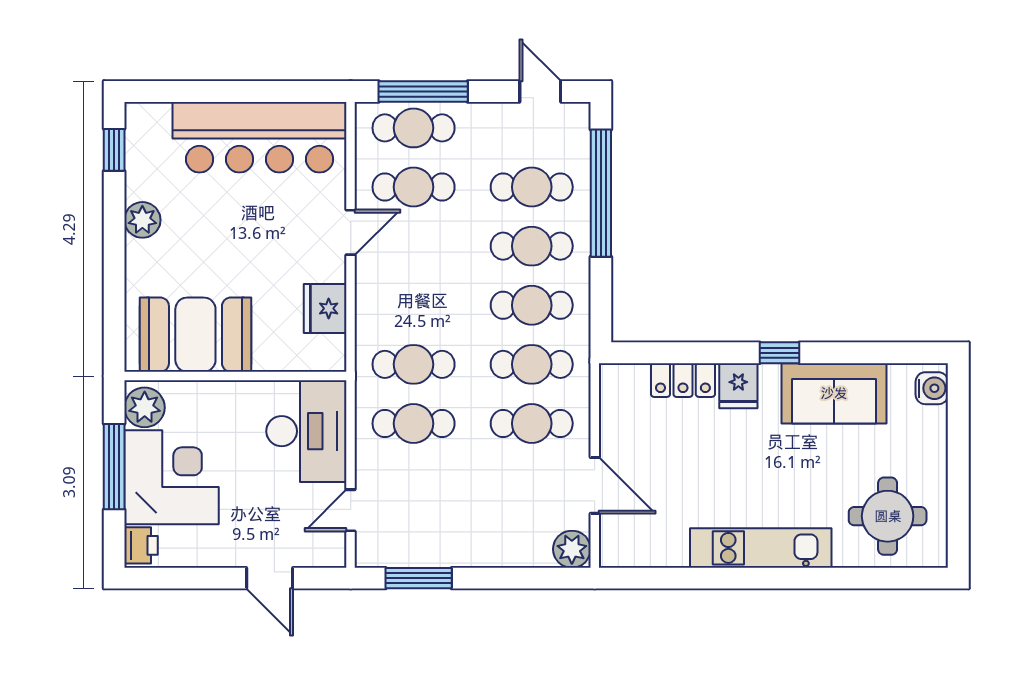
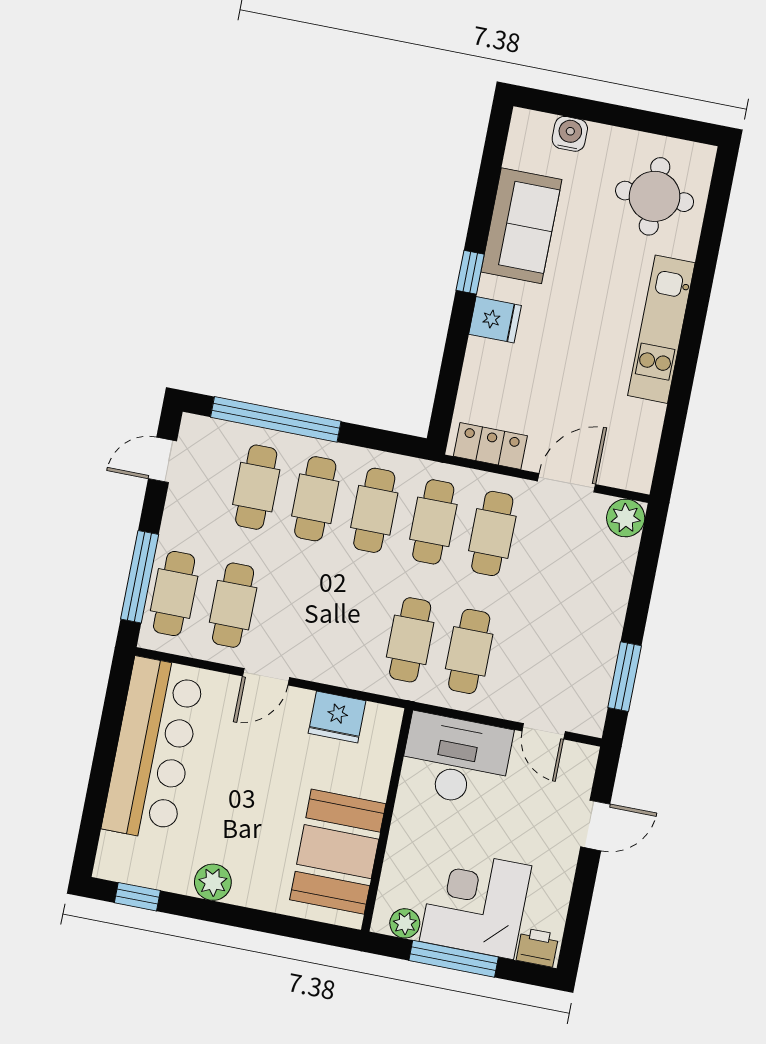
door: (351, 232) -> (266, 677), swing flipped
locker: (683, 380) -> (490, 446), moved, turned -90
water cooler: (932, 388) -> (570, 134), moved
plant: (145, 407) -> (405, 923), width x0.73, depth x0.73

